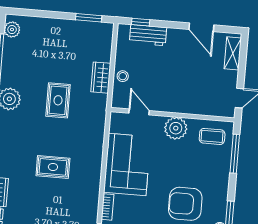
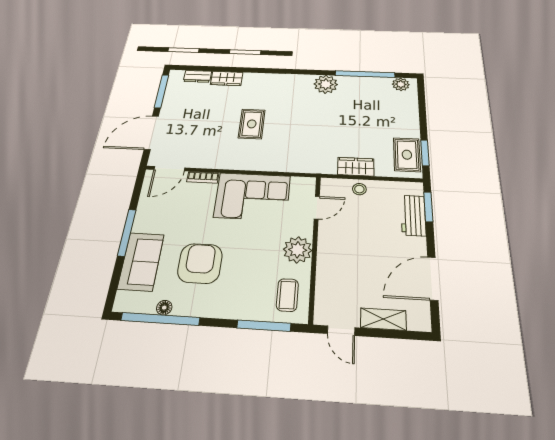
window: (141, 22) -> (428, 207), width x1.50
door: (201, 27) -> (433, 278), width x1.36
shelving: (233, 53) -> (383, 319), moved
rug: (58, 100) -> (407, 155), moved, turned 90

